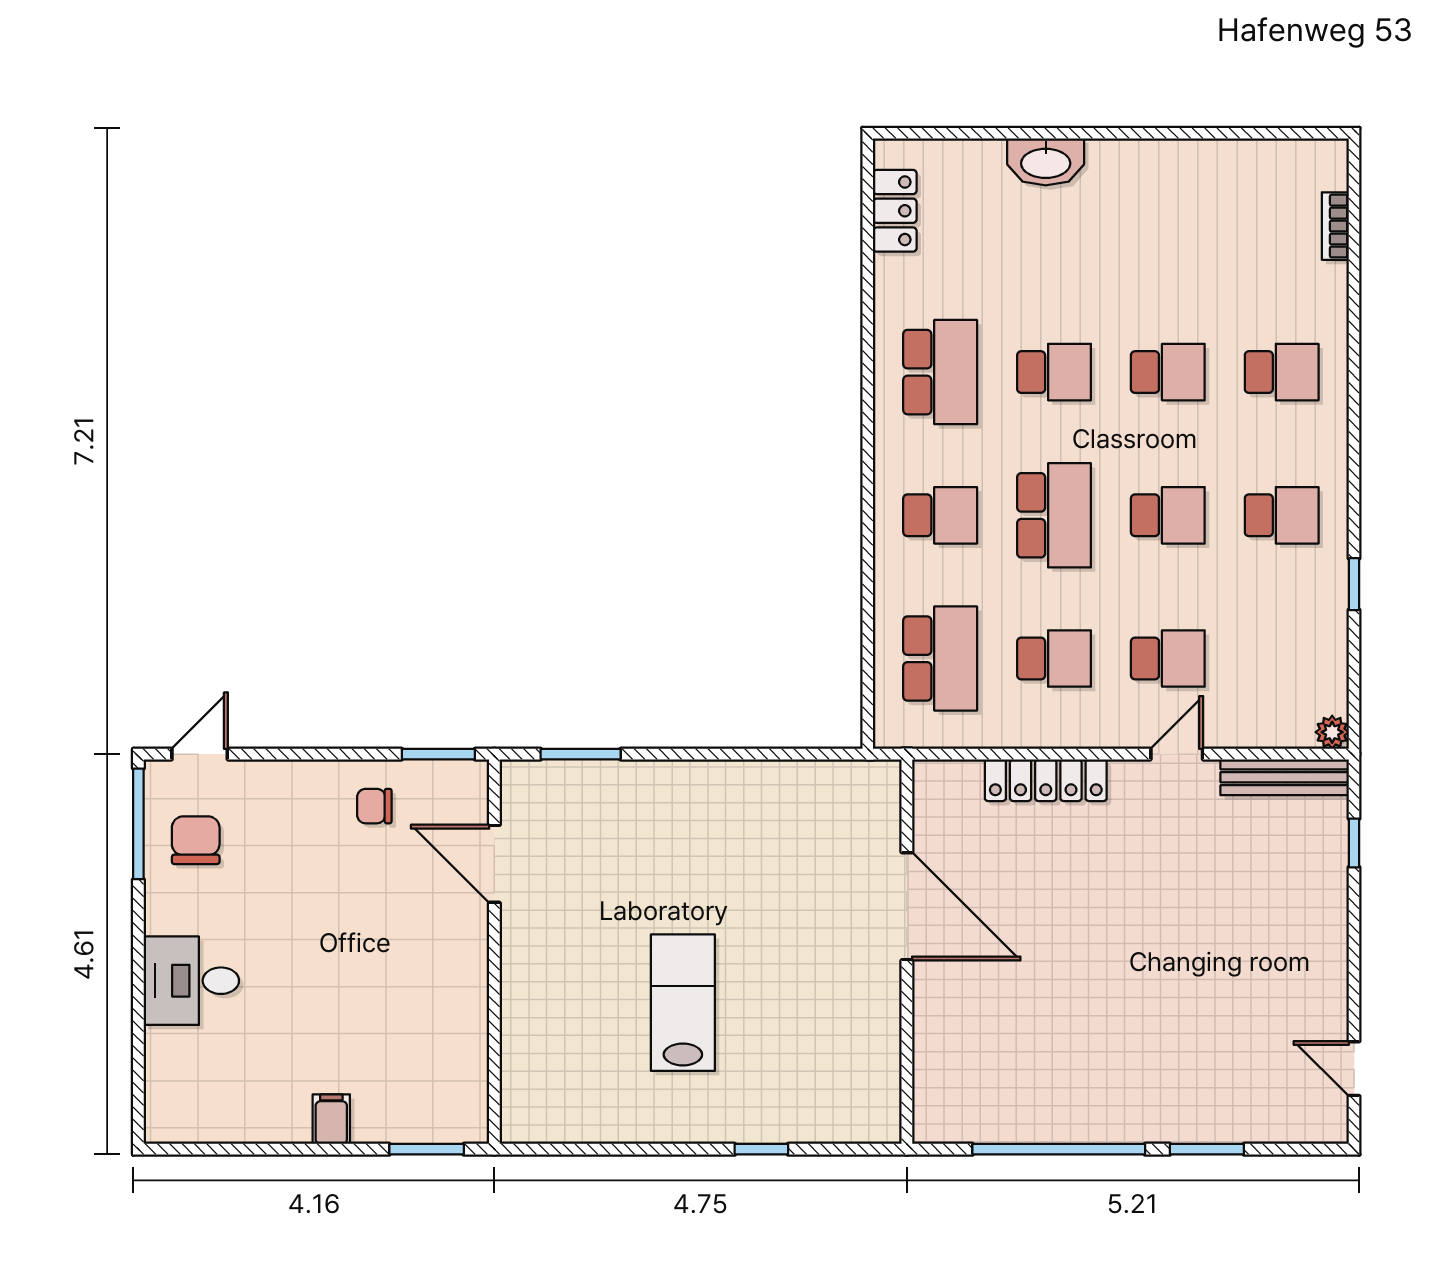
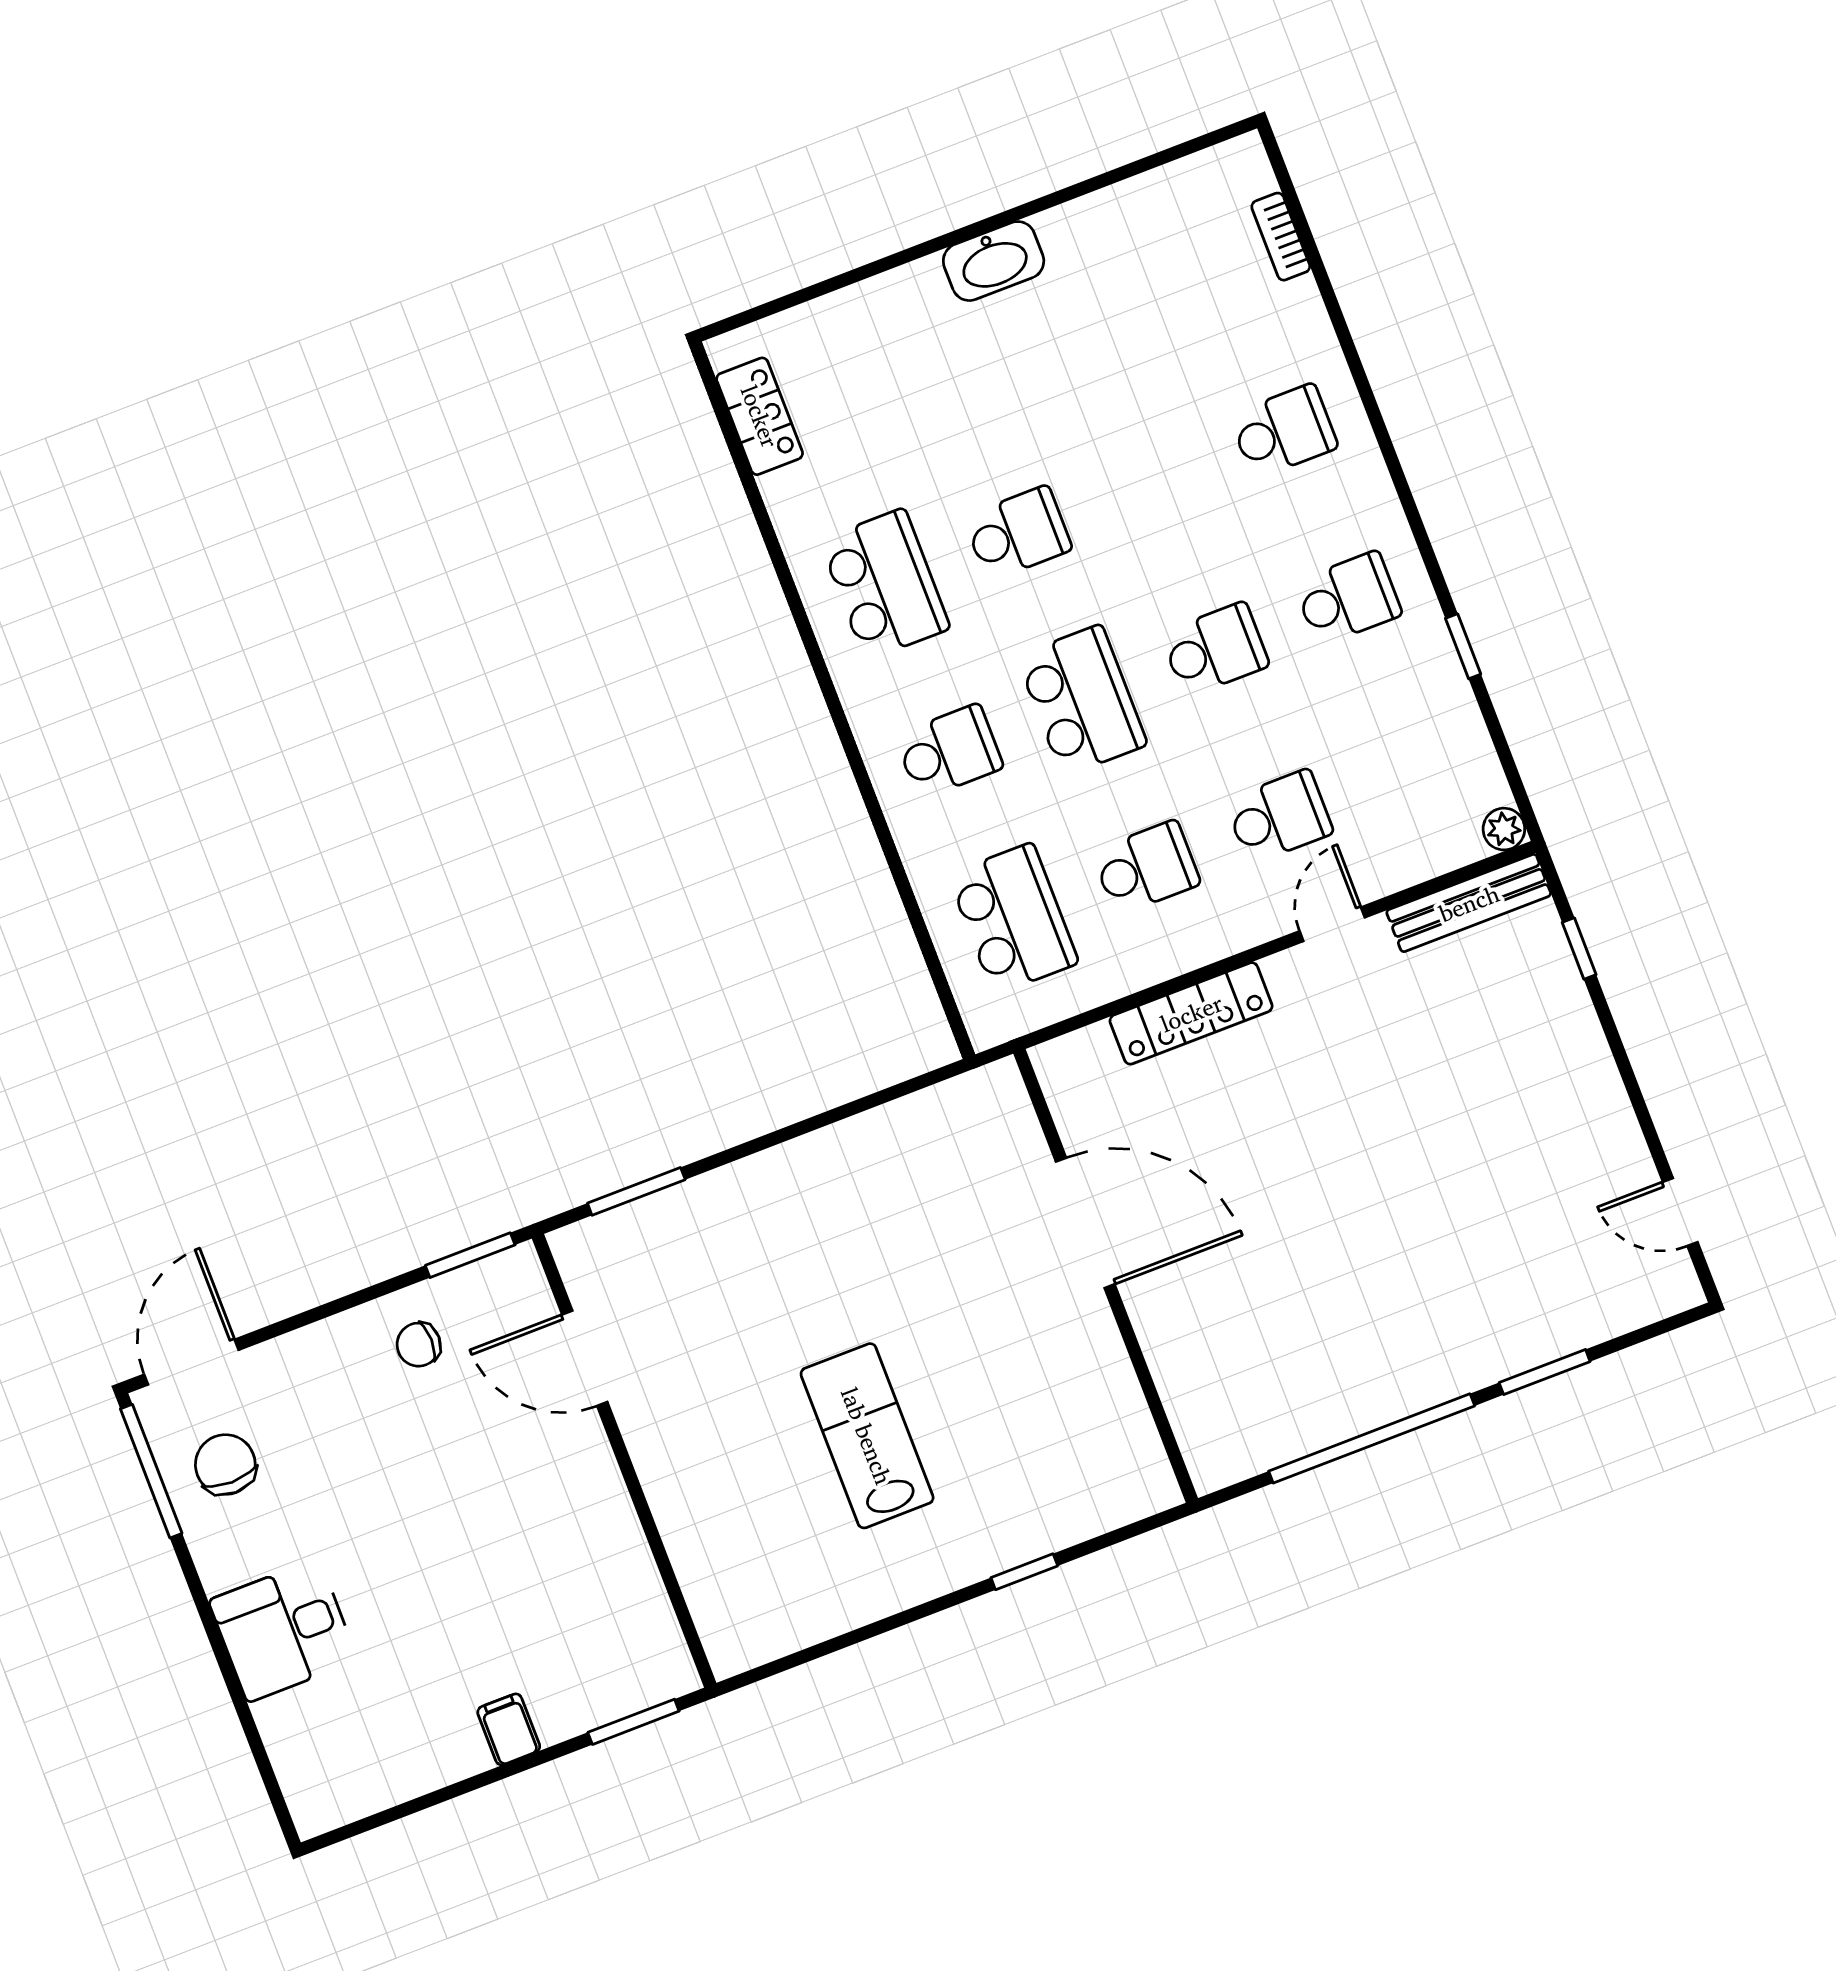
washbasin: (1046, 162) -> (994, 261), moved
school desk: (1168, 372) -> (1151, 482), removed
door: (200, 754) -> (191, 1362), width x1.38

